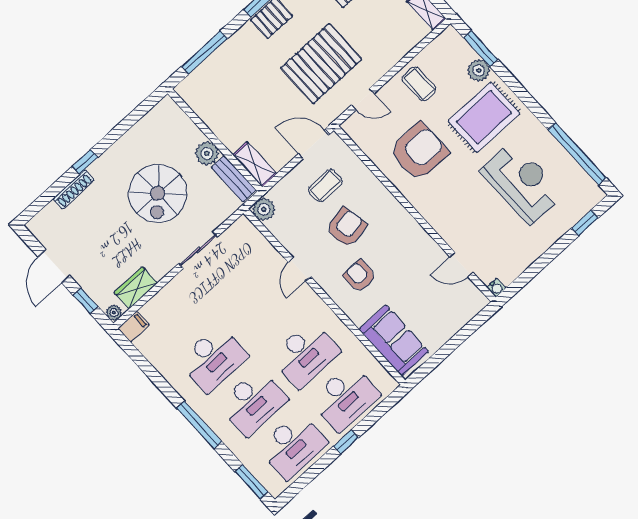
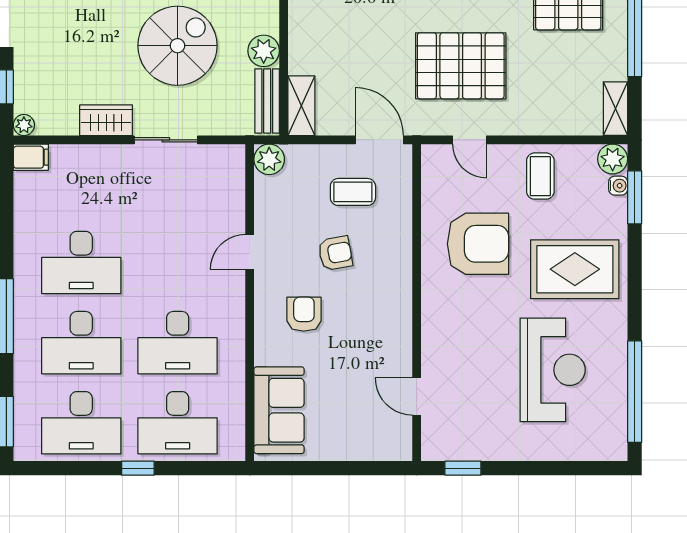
plant: (479, 70) -> (613, 159), moved
spiral stairs: (158, 193) -> (177, 46), turned 180
window: (585, 223) -> (463, 468), moved
armchair: (346, 227) -> (335, 253), width x0.72, depth x0.72
wardrobe: (136, 288) -> (106, 120), moved
water cooler: (496, 288) -> (618, 186), moved, turned -90

